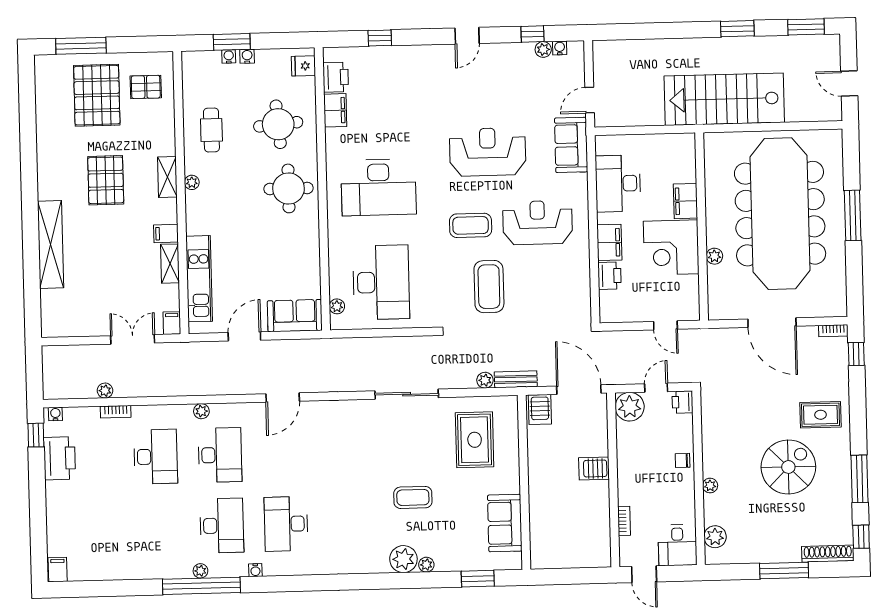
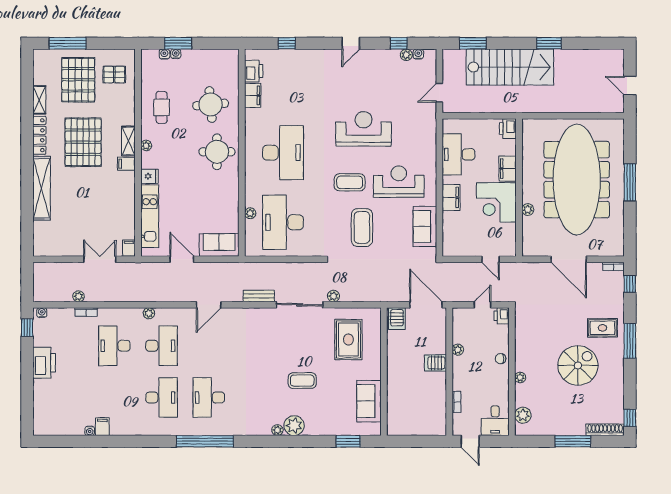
window: (806, 27) -> (473, 43), moved
water cooler: (247, 56) -> (164, 54), moved
fridge: (303, 66) -> (149, 176), moved, turned 180
stairs: (724, 99) -> (510, 67), moved, turned 180
sofa: (571, 145) -> (425, 226), moved
locker: (46, 172) -> (39, 135), added
pallet: (106, 180) -> (83, 142), width x1.37, depth x1.41
desk: (379, 187) -> (283, 153), turned -90
filing cabinet: (166, 234) -> (126, 164), moved
shelving: (170, 264) -> (39, 100), moved
printer: (609, 276) -> (508, 129), moved, turned 180
desk: (381, 282) -> (283, 222), turned 180
plant: (337, 306) -> (250, 213), moved
door: (244, 336) -> (182, 259), hinge flipped
bench: (516, 379) -> (259, 296), moved
plant: (485, 380) -> (333, 296), moved
plant: (630, 407) -> (458, 350), moved, width x0.53, depth x0.53
desk: (156, 457) -> (114, 346), turned 180
printer: (60, 458) -> (44, 363), moved
window: (860, 479) -> (630, 341), moved
plant: (426, 565) -> (277, 430), moved
filing cabinet: (58, 570) -> (102, 427), moved
water cooler: (255, 570) -> (90, 431), moved
plant: (200, 571) -> (145, 430), removed
window: (201, 586) -> (205, 441), moved

